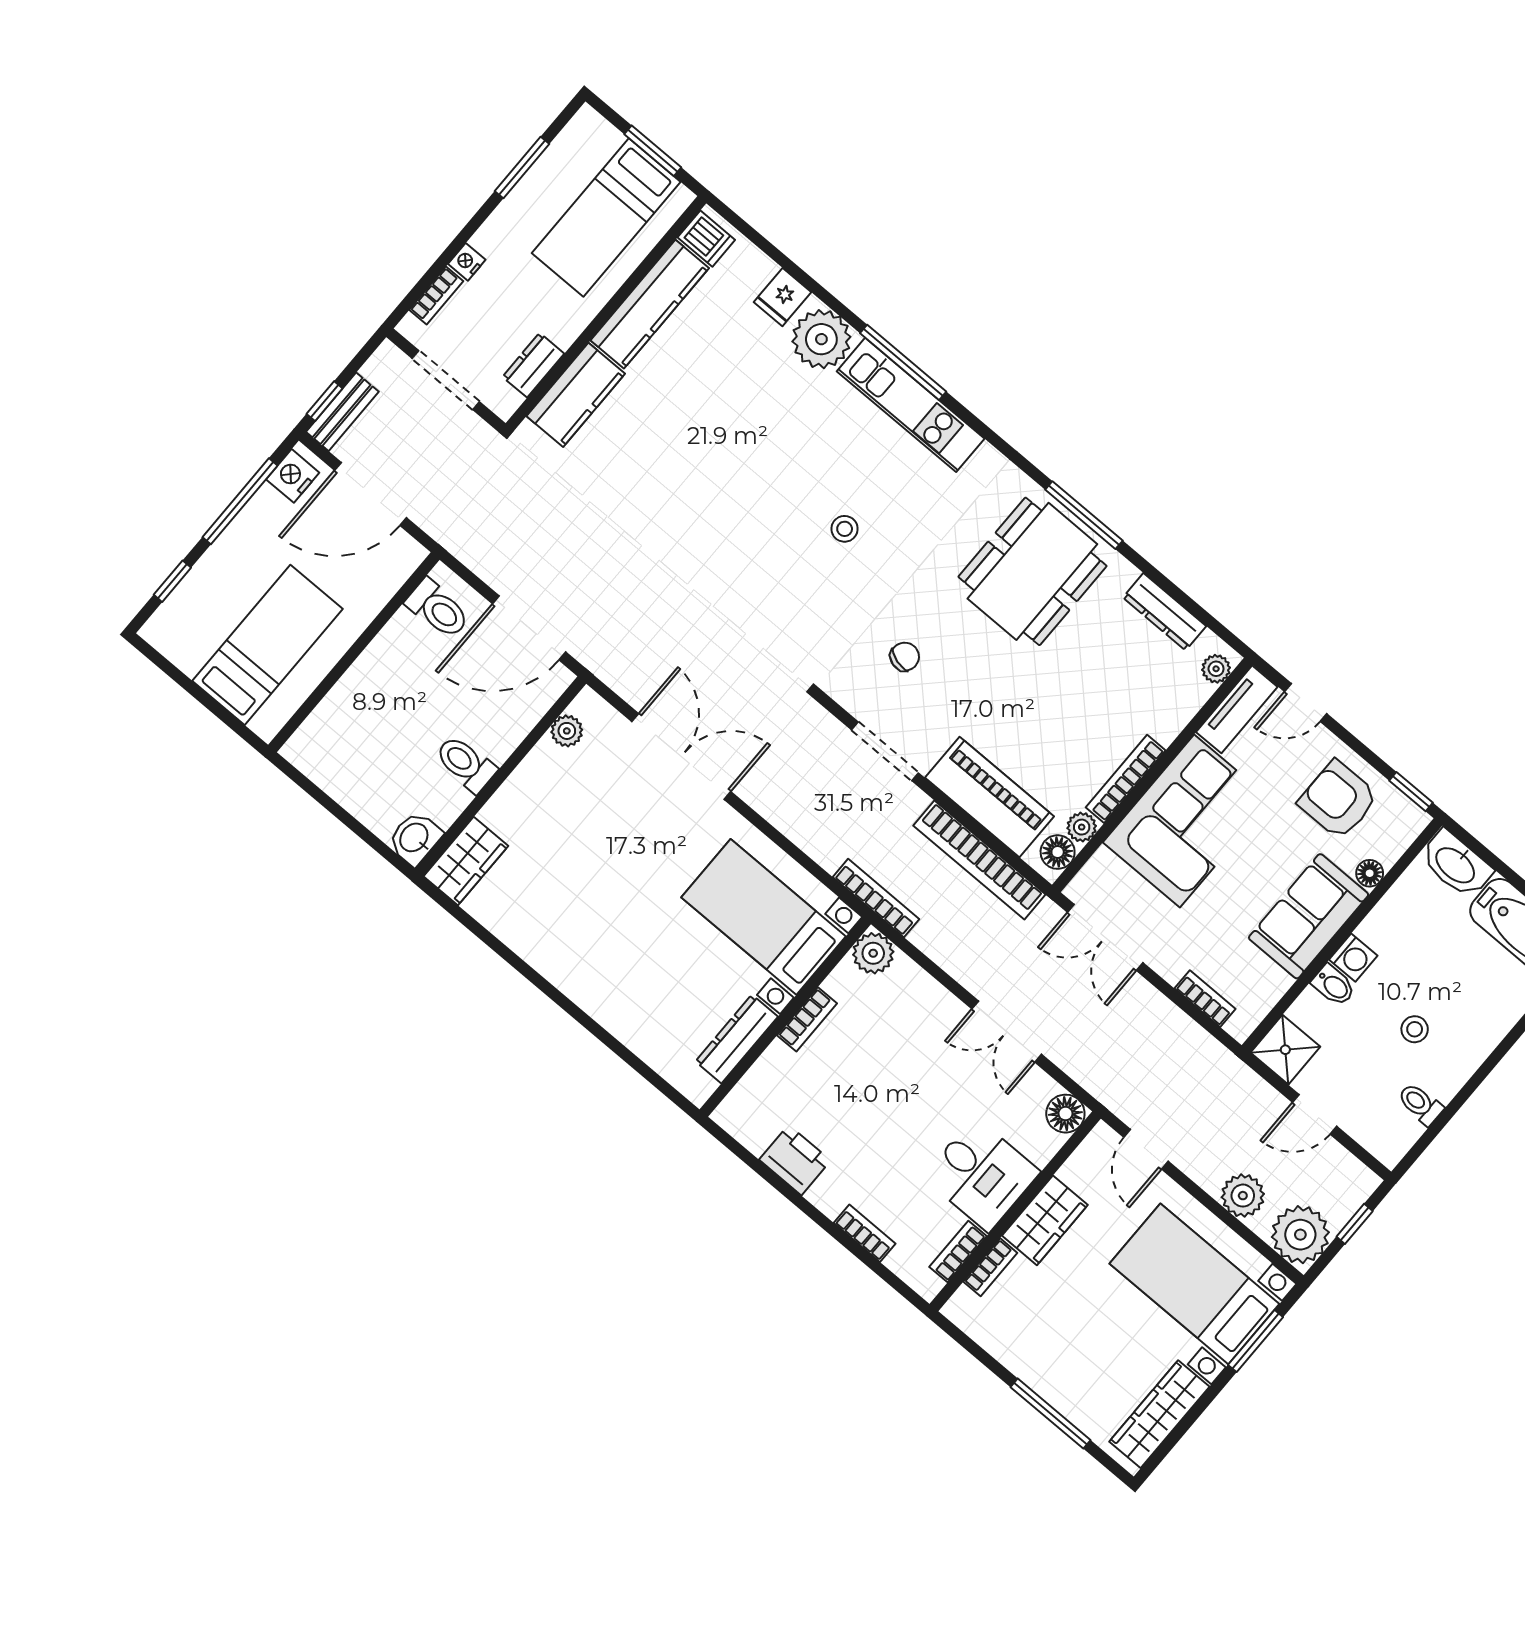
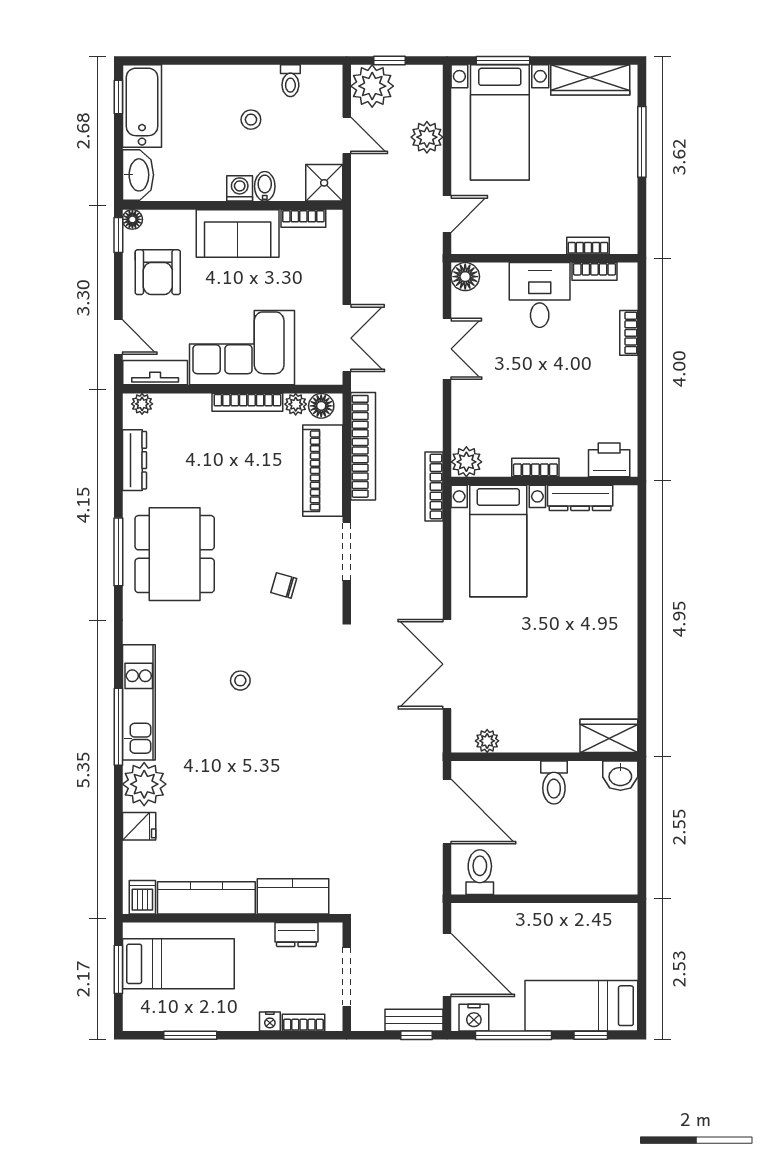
dining table: (1032, 571) -> (175, 554), turned 90
bed: (268, 645) -> (581, 1006), moved
floor lamp: (1370, 873) -> (132, 219), moved
bookcase: (1205, 999) -> (303, 218), moved, turned -90
printer: (795, 1160) -> (609, 460), moved, turned 90
wardrobe: (1045, 1220) -> (535, 237), removed
plant: (1300, 1235) -> (372, 86), moved

